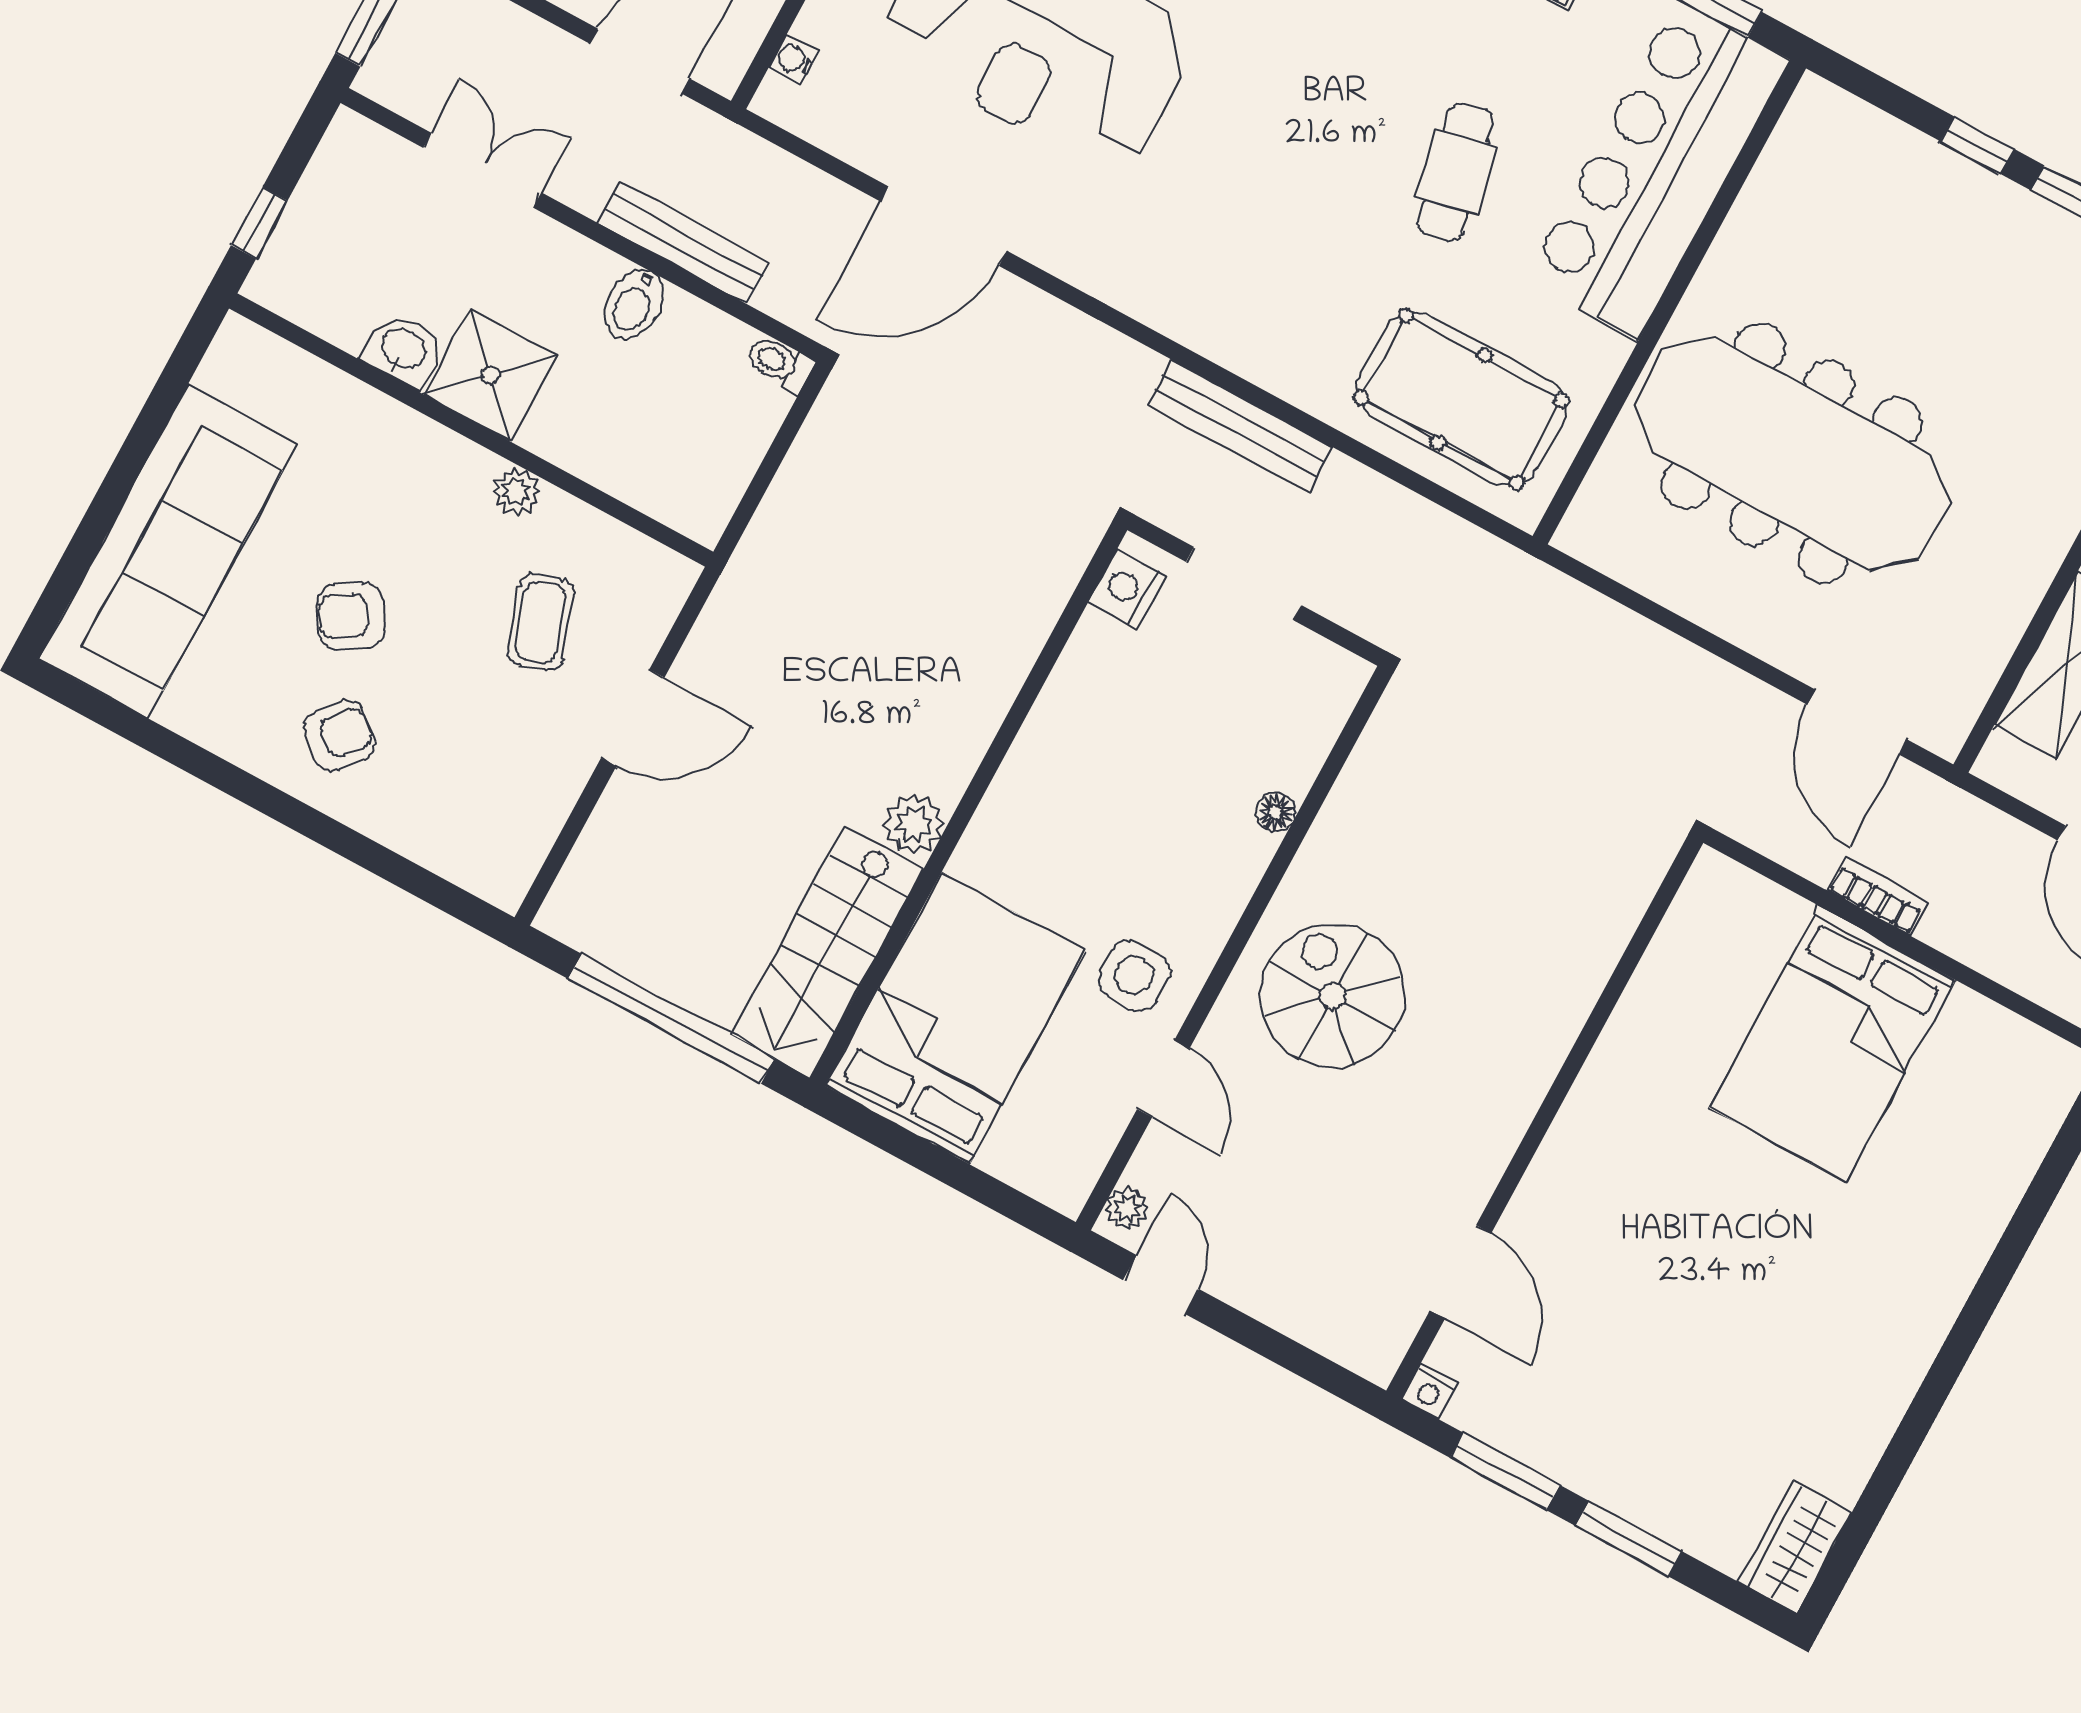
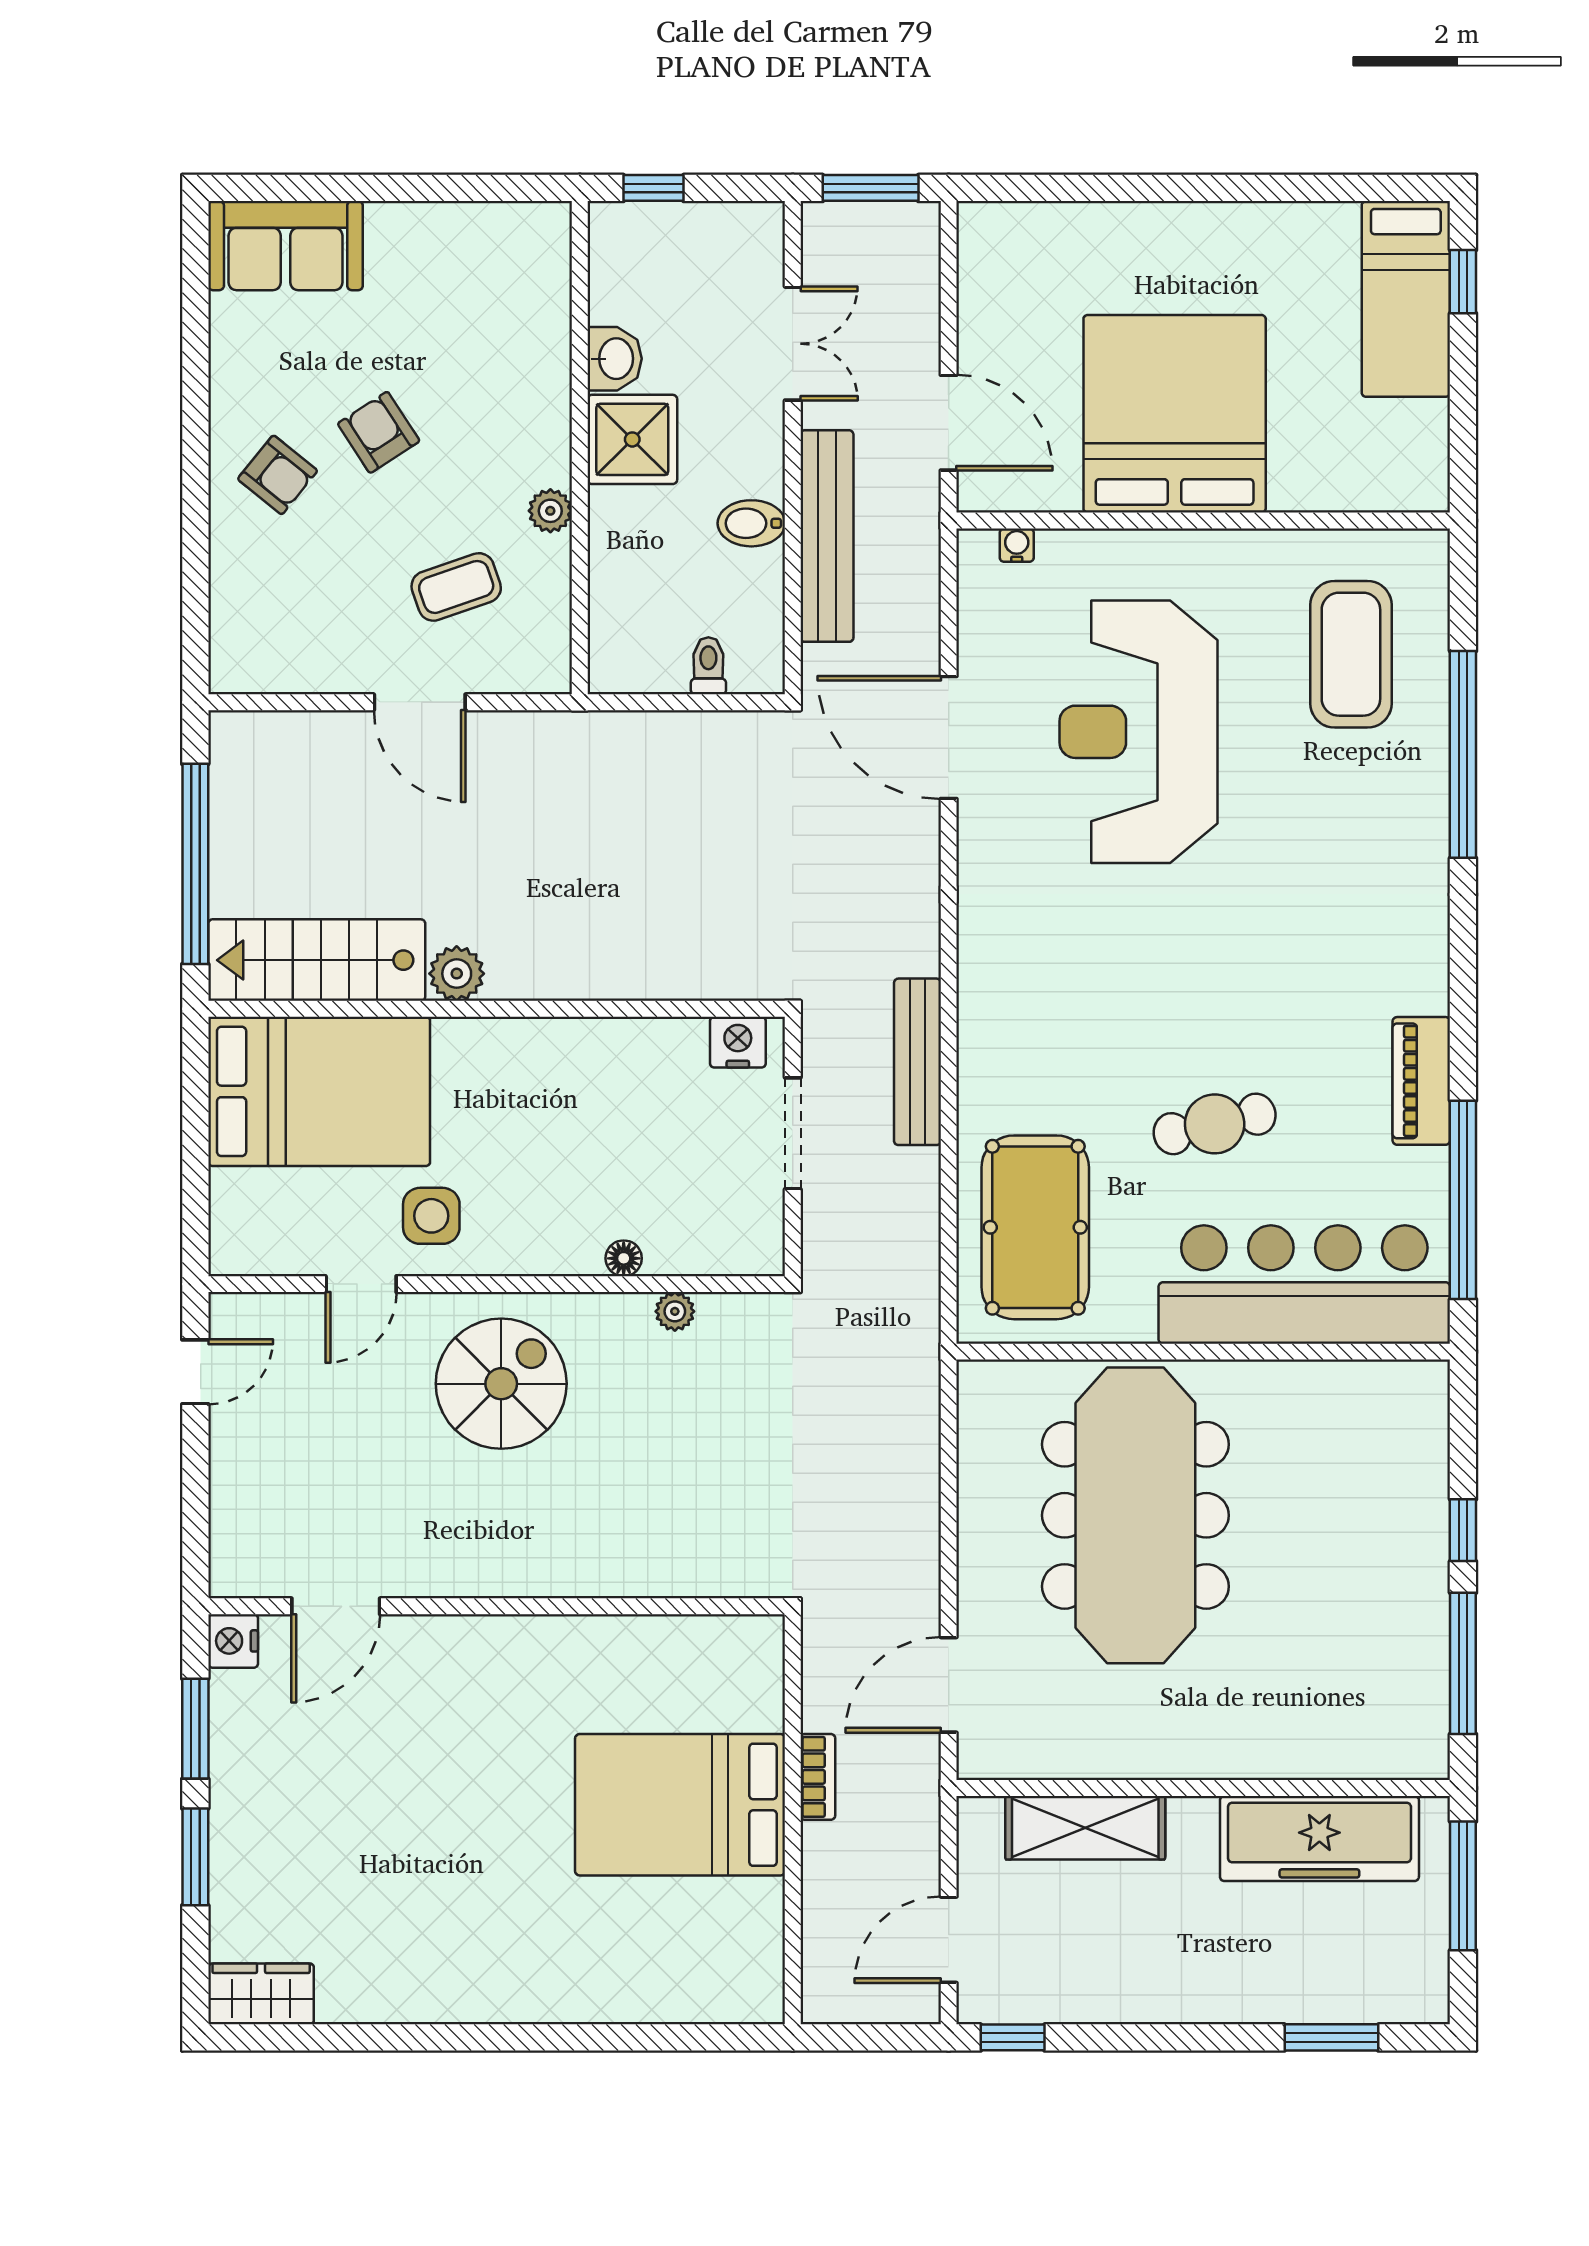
bench: (683, 242) -> (827, 536), width x1.37, depth x1.21
toilet: (780, 363) -> (708, 666), moved
sofa: (168, 551) -> (286, 246), width x0.54, depth x0.79
plant: (1127, 1208) -> (675, 1311), moved
nightstand: (1430, 1391) -> (233, 1641), width x1.39, depth x1.35

